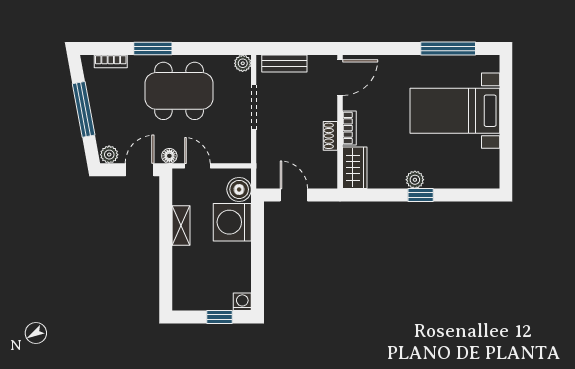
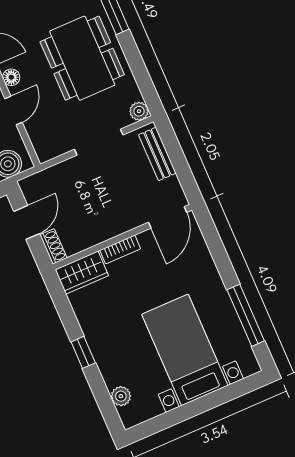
door: (340, 78) -> (168, 217), hinge flipped
shoe rack: (330, 136) -> (53, 246), moved, turned 90
plant: (415, 180) -> (121, 396), moved

